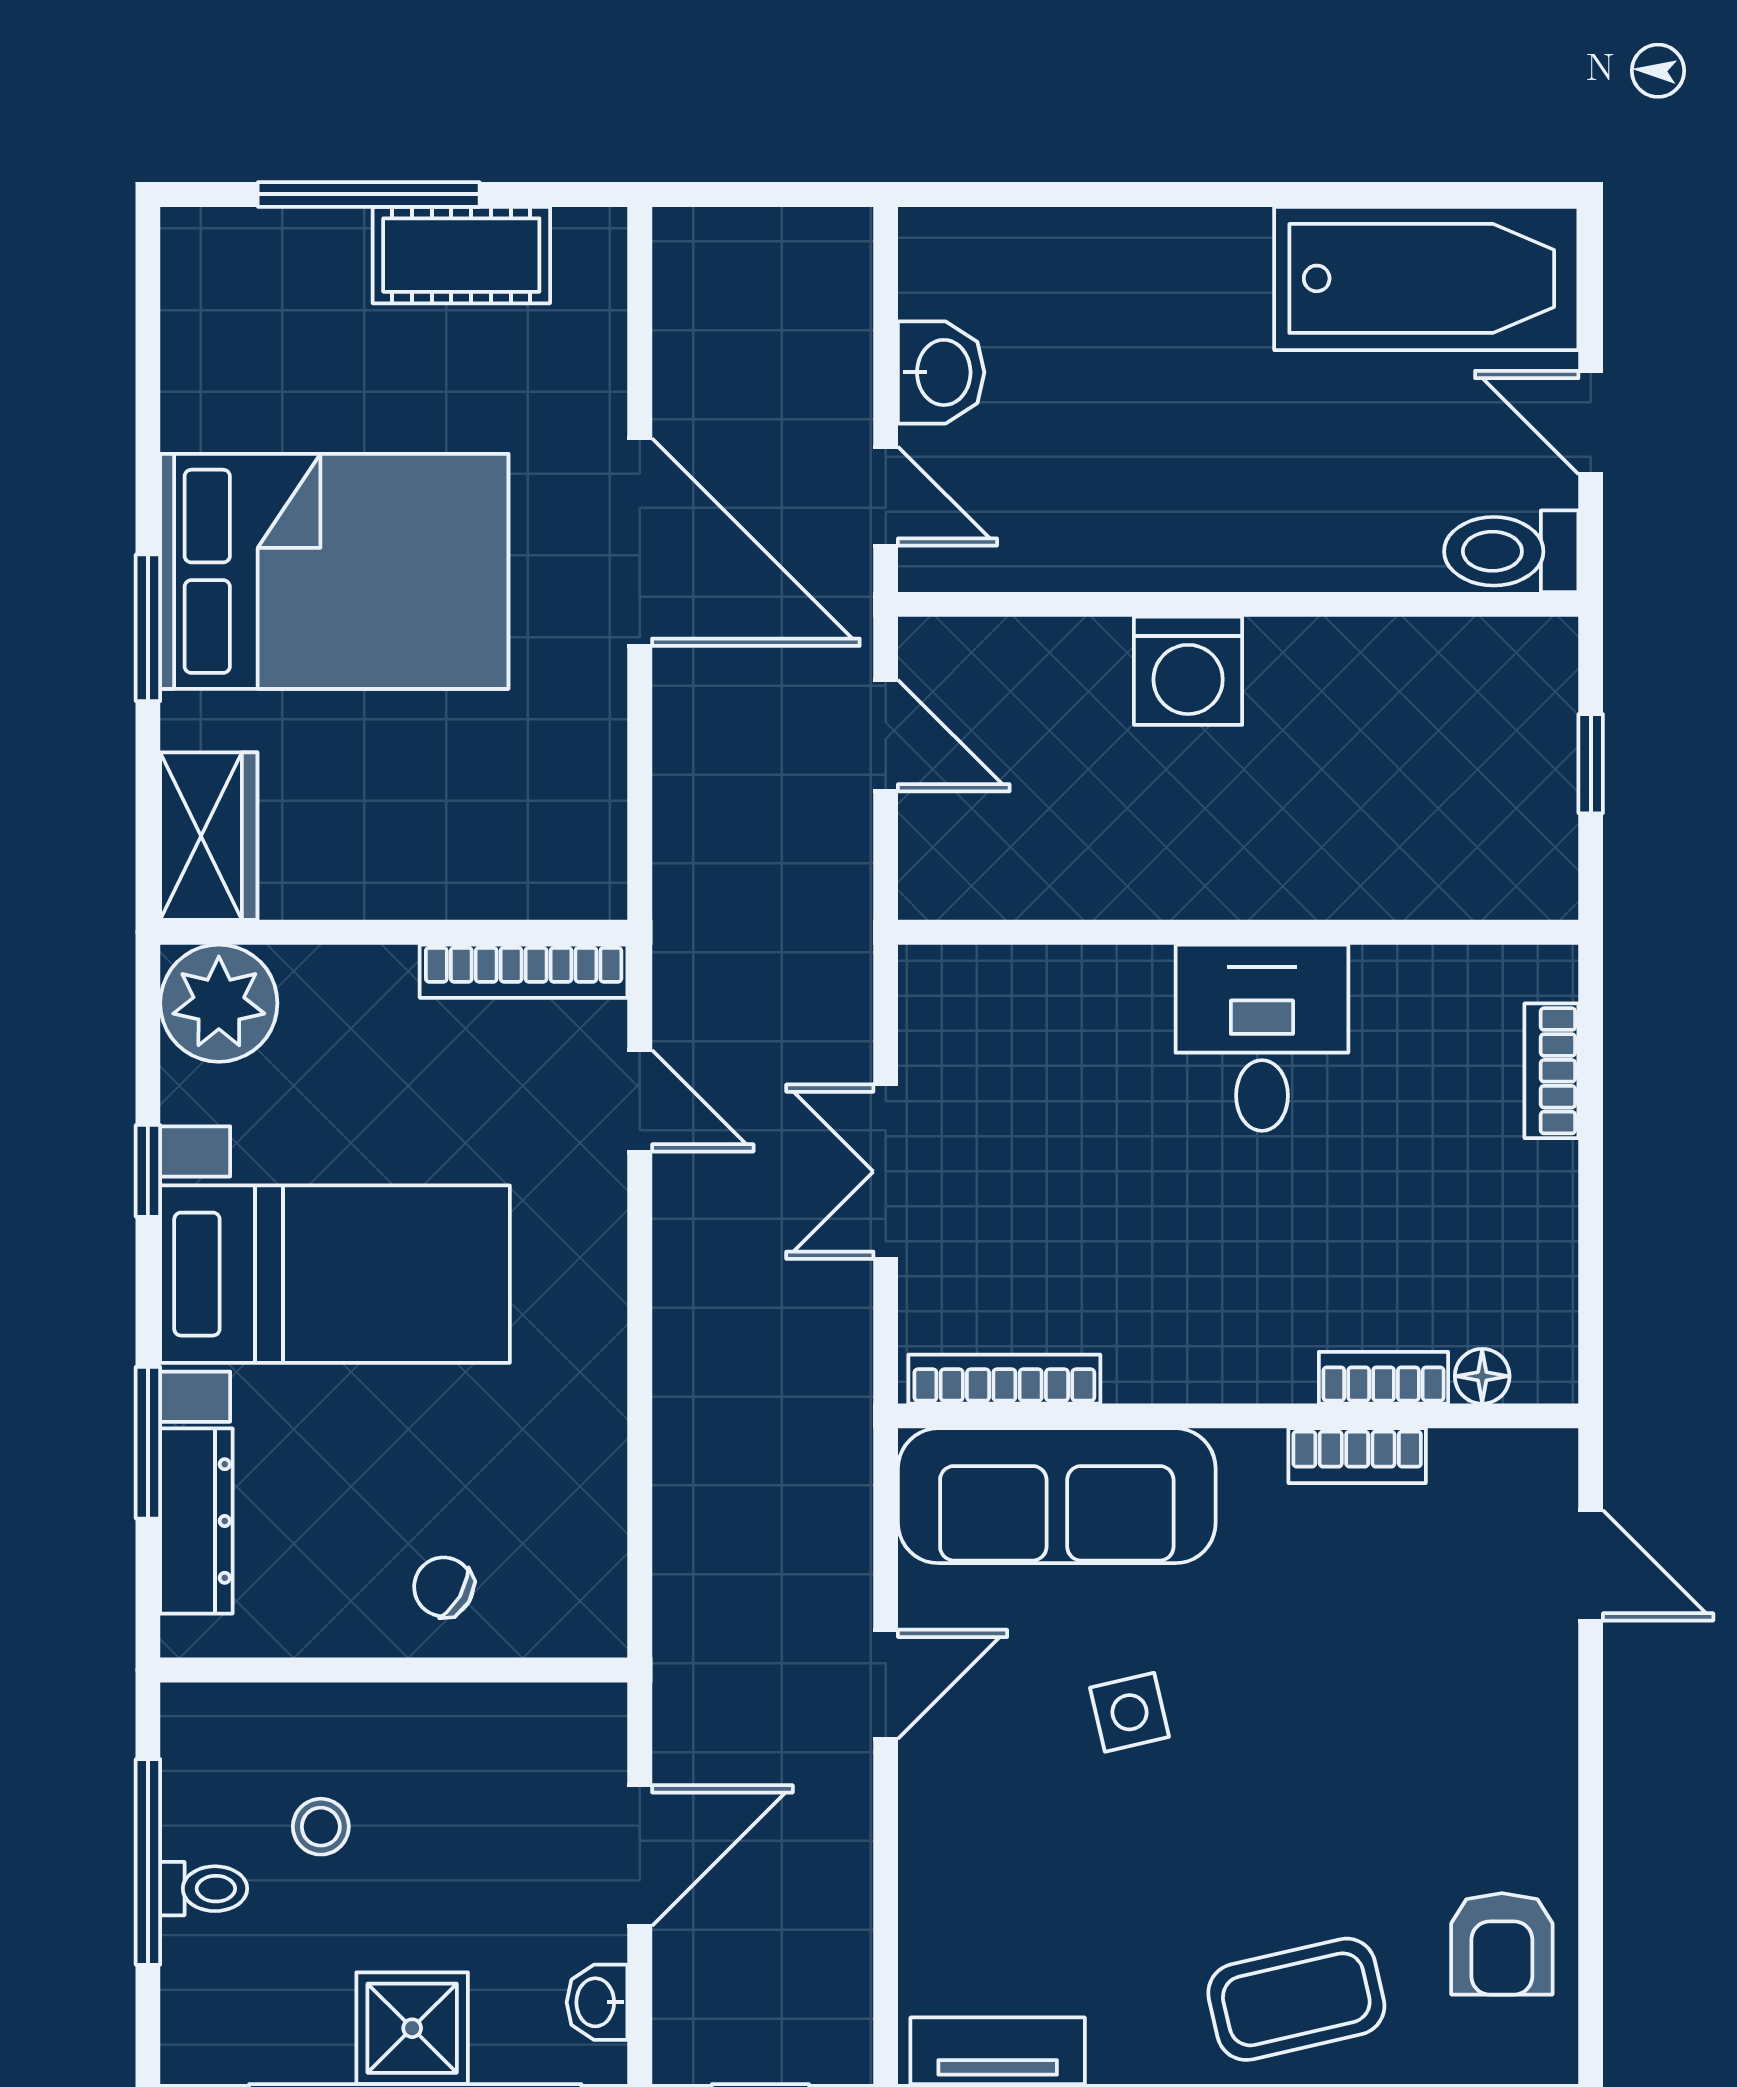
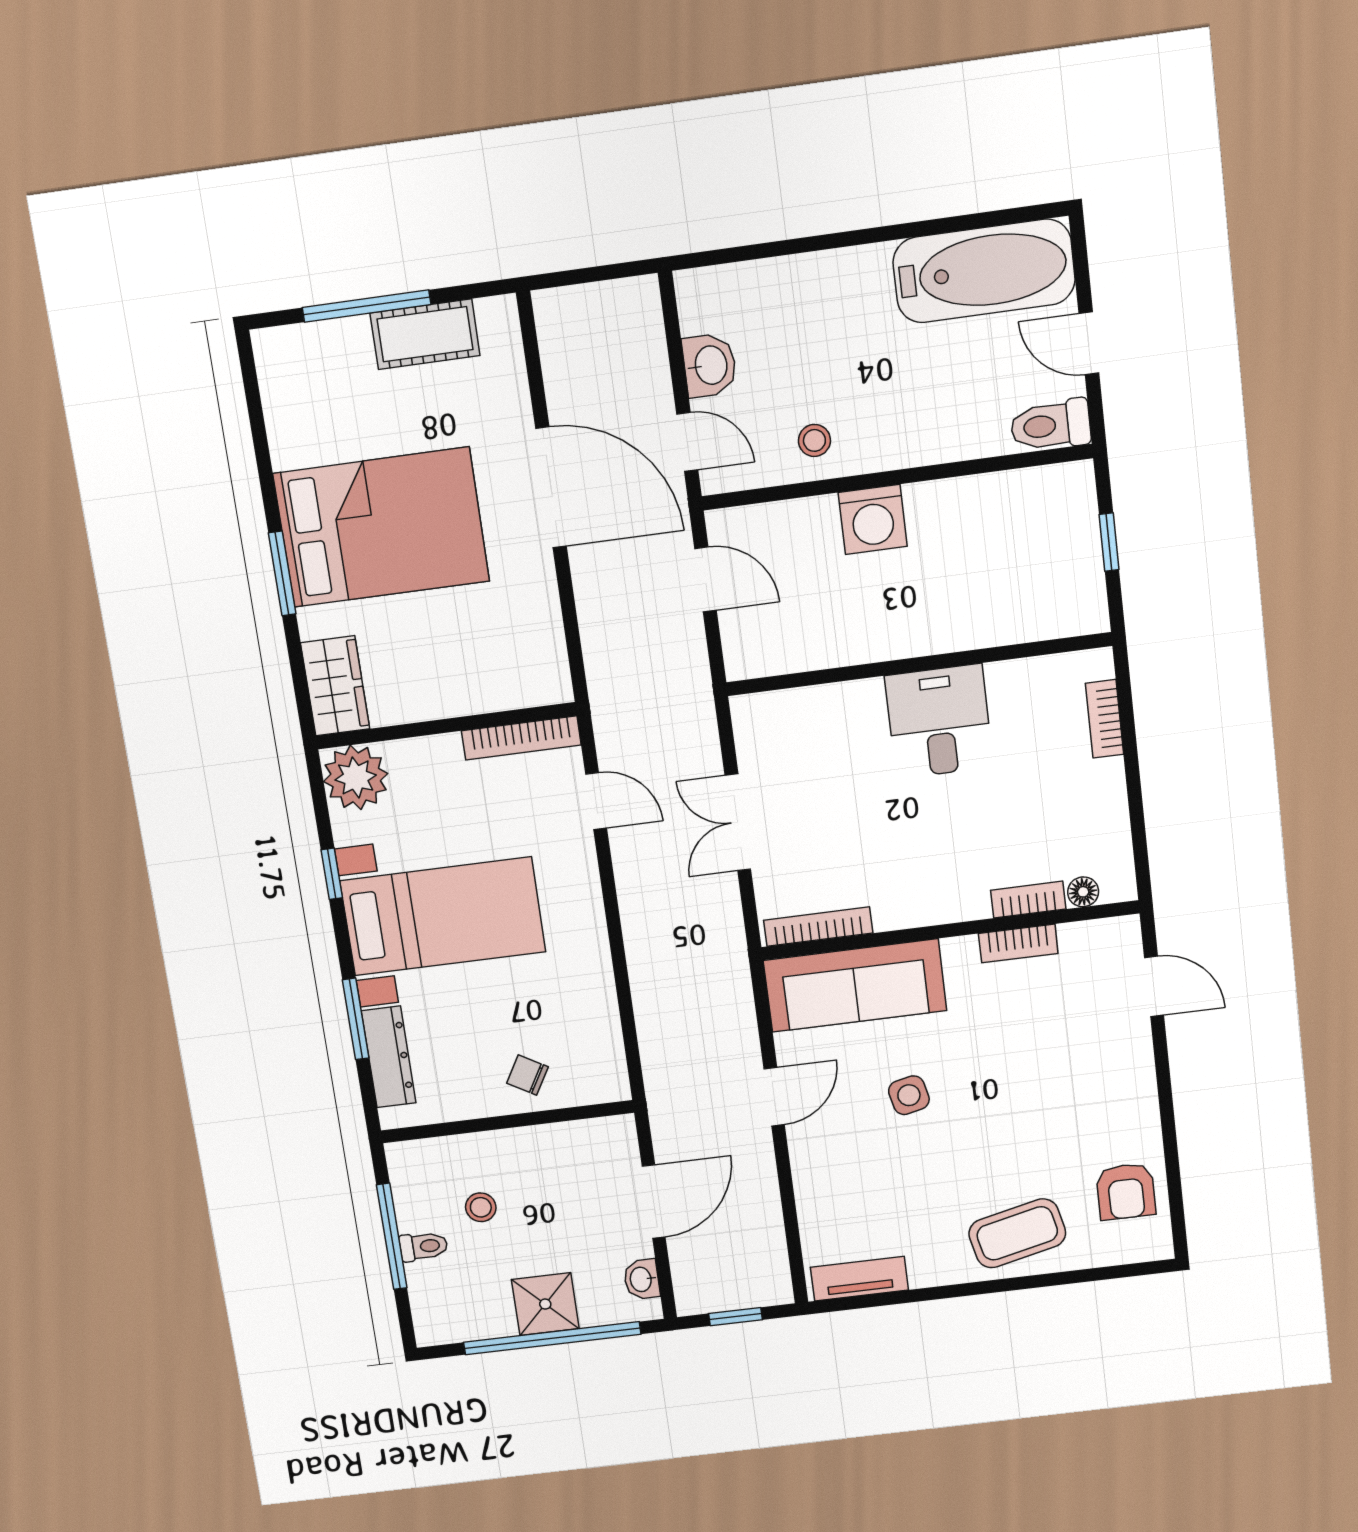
stool: (1104, 523) -> (814, 440), added

